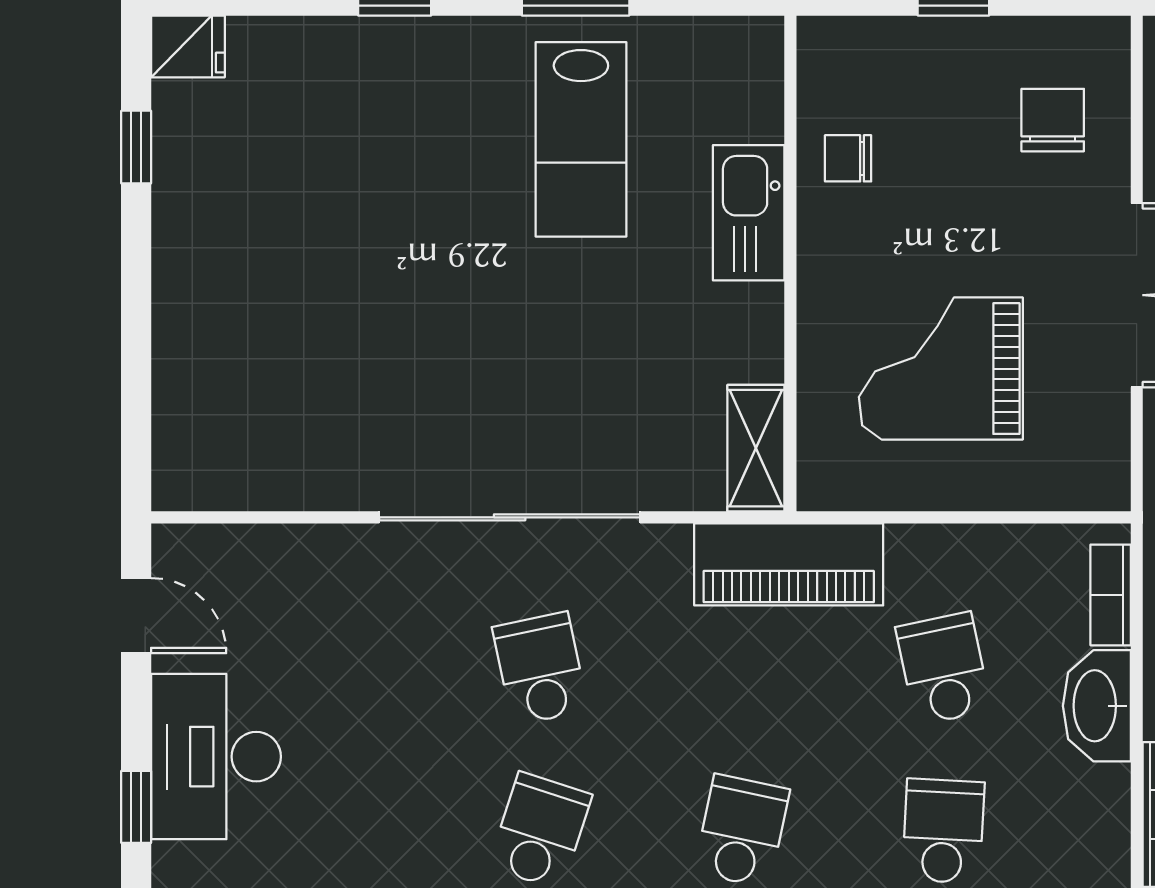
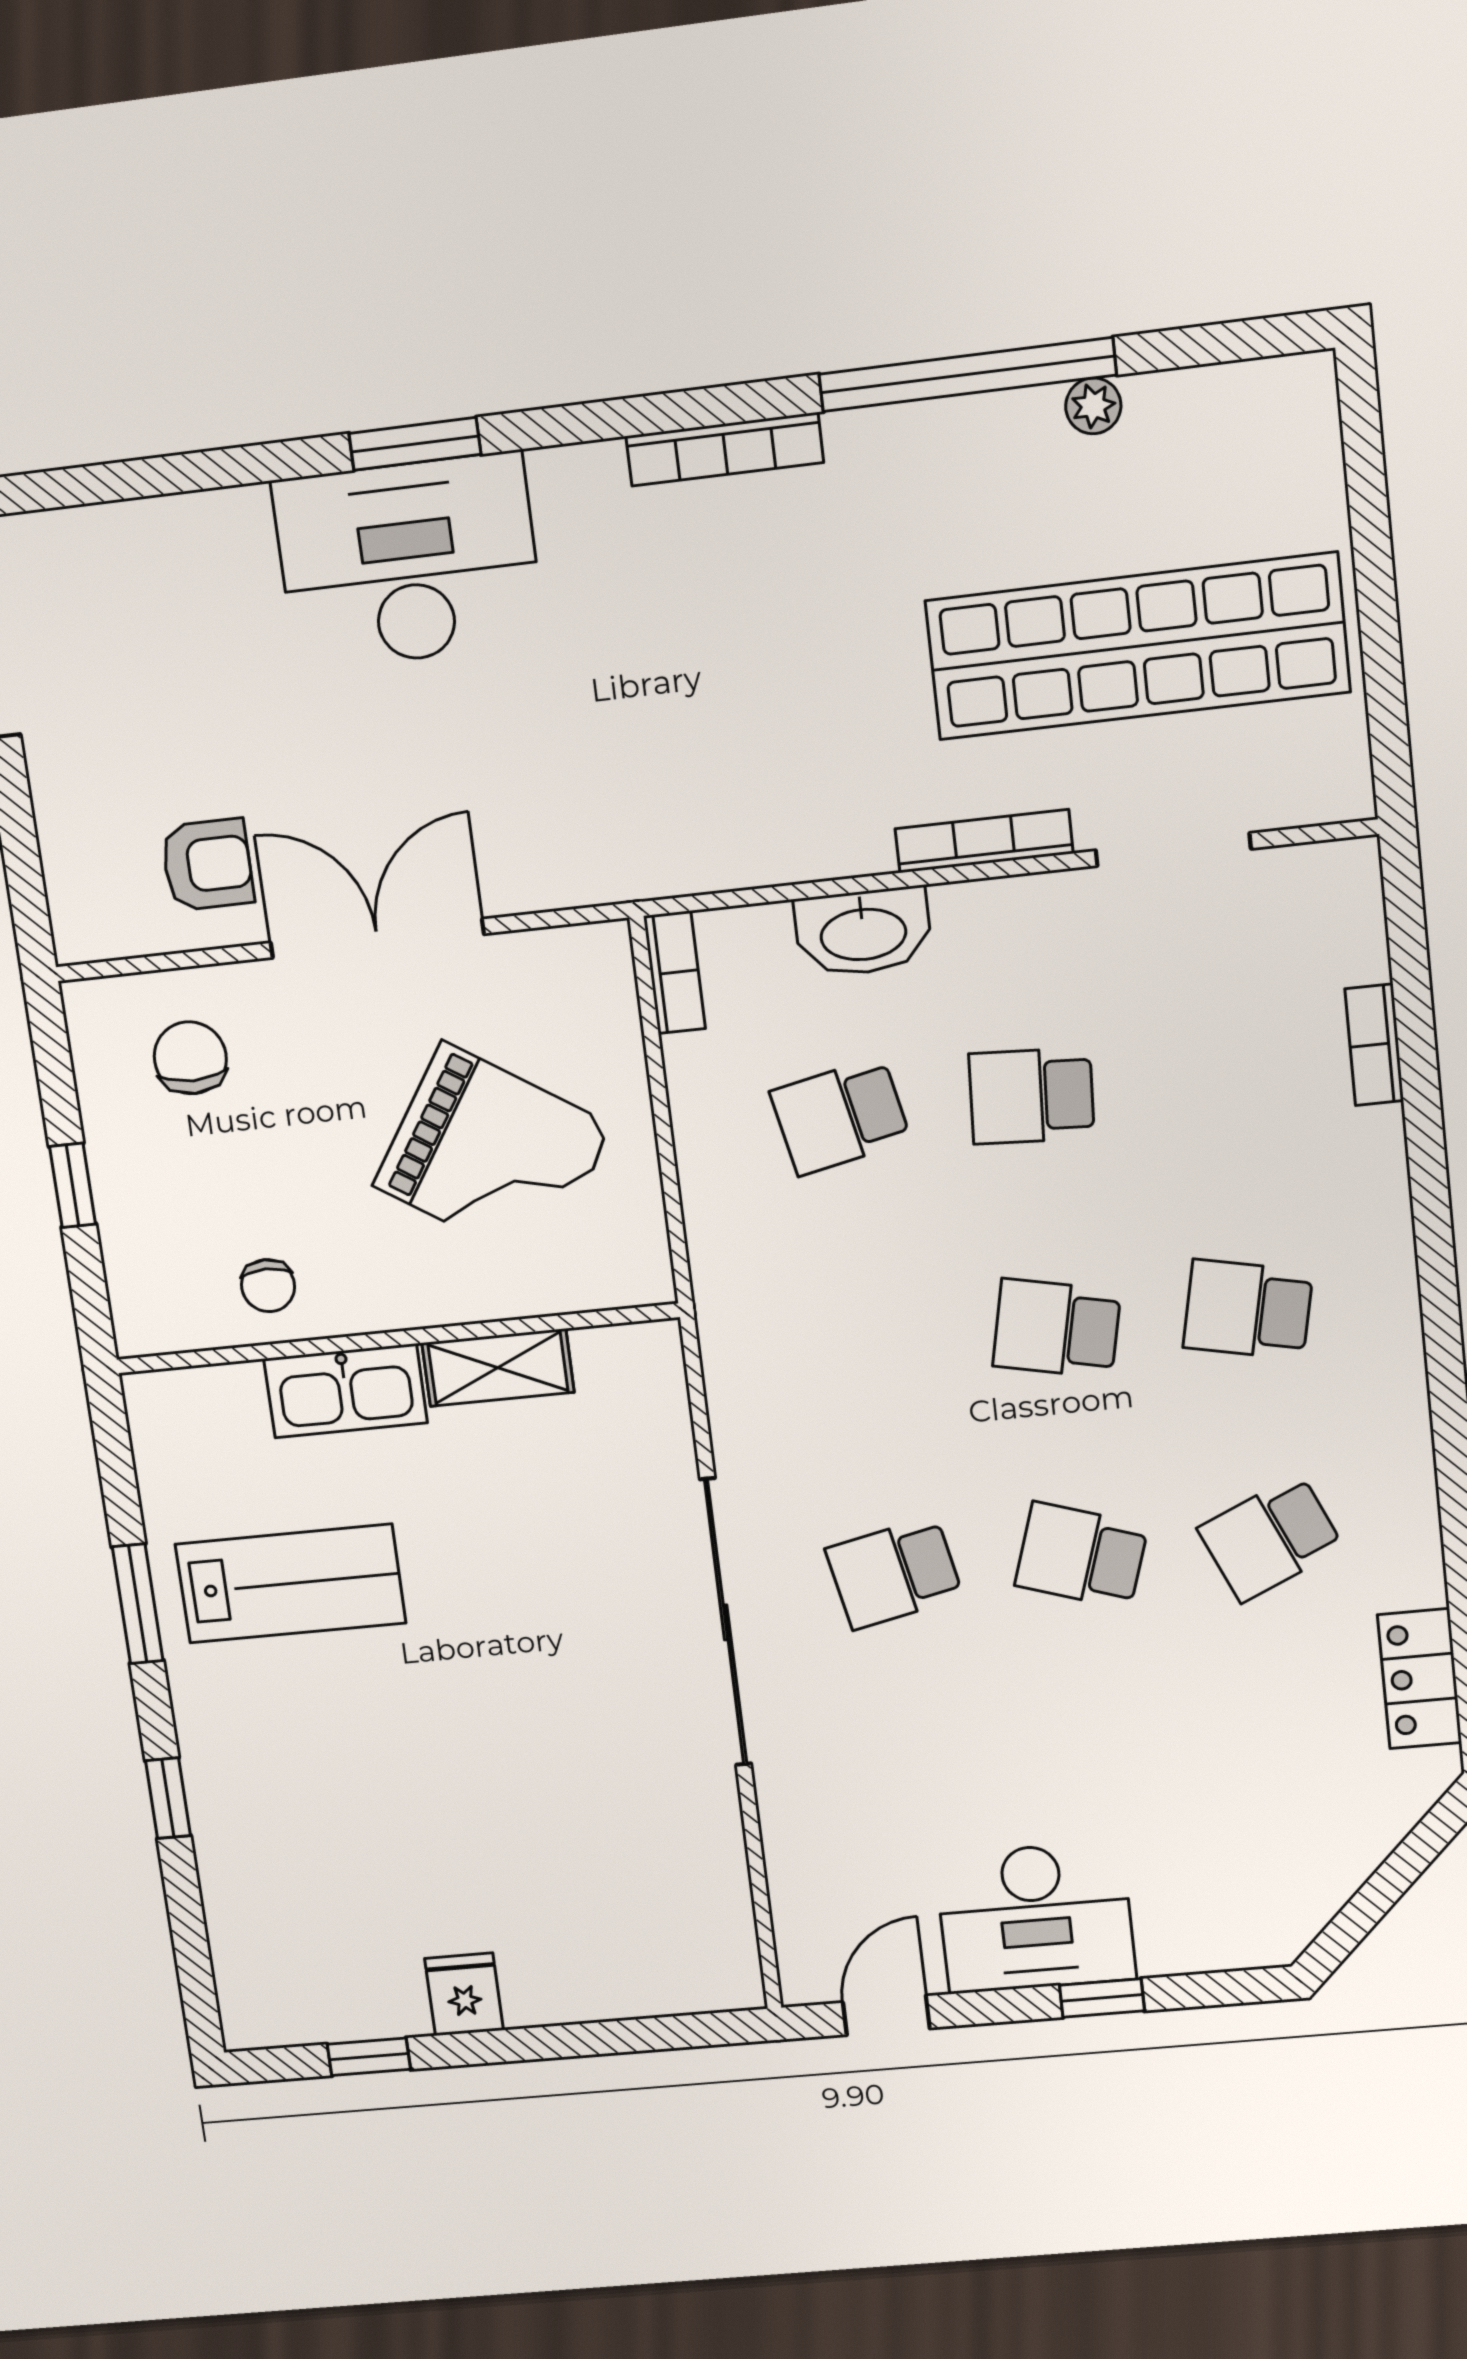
fridge: (188, 46) -> (464, 1994), moved
chair: (1053, 120) -> (190, 1058), turned 90
grand piano: (941, 369) -> (493, 1156), turned -57
shelving: (756, 448) -> (498, 1368), moved
piano: (789, 564) -> (741, 1306), removed
bookcase: (1111, 595) -> (674, 972), moved, turned -90

